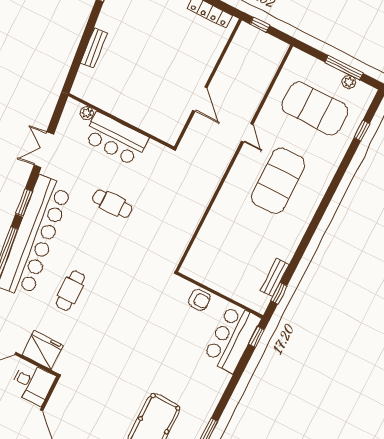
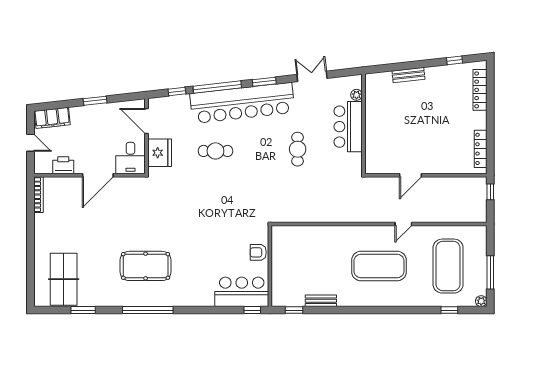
plant: (349, 82) -> (481, 301), moved
bench: (275, 278) -> (321, 301), moved
armchair: (199, 300) -> (258, 252), turned 90

